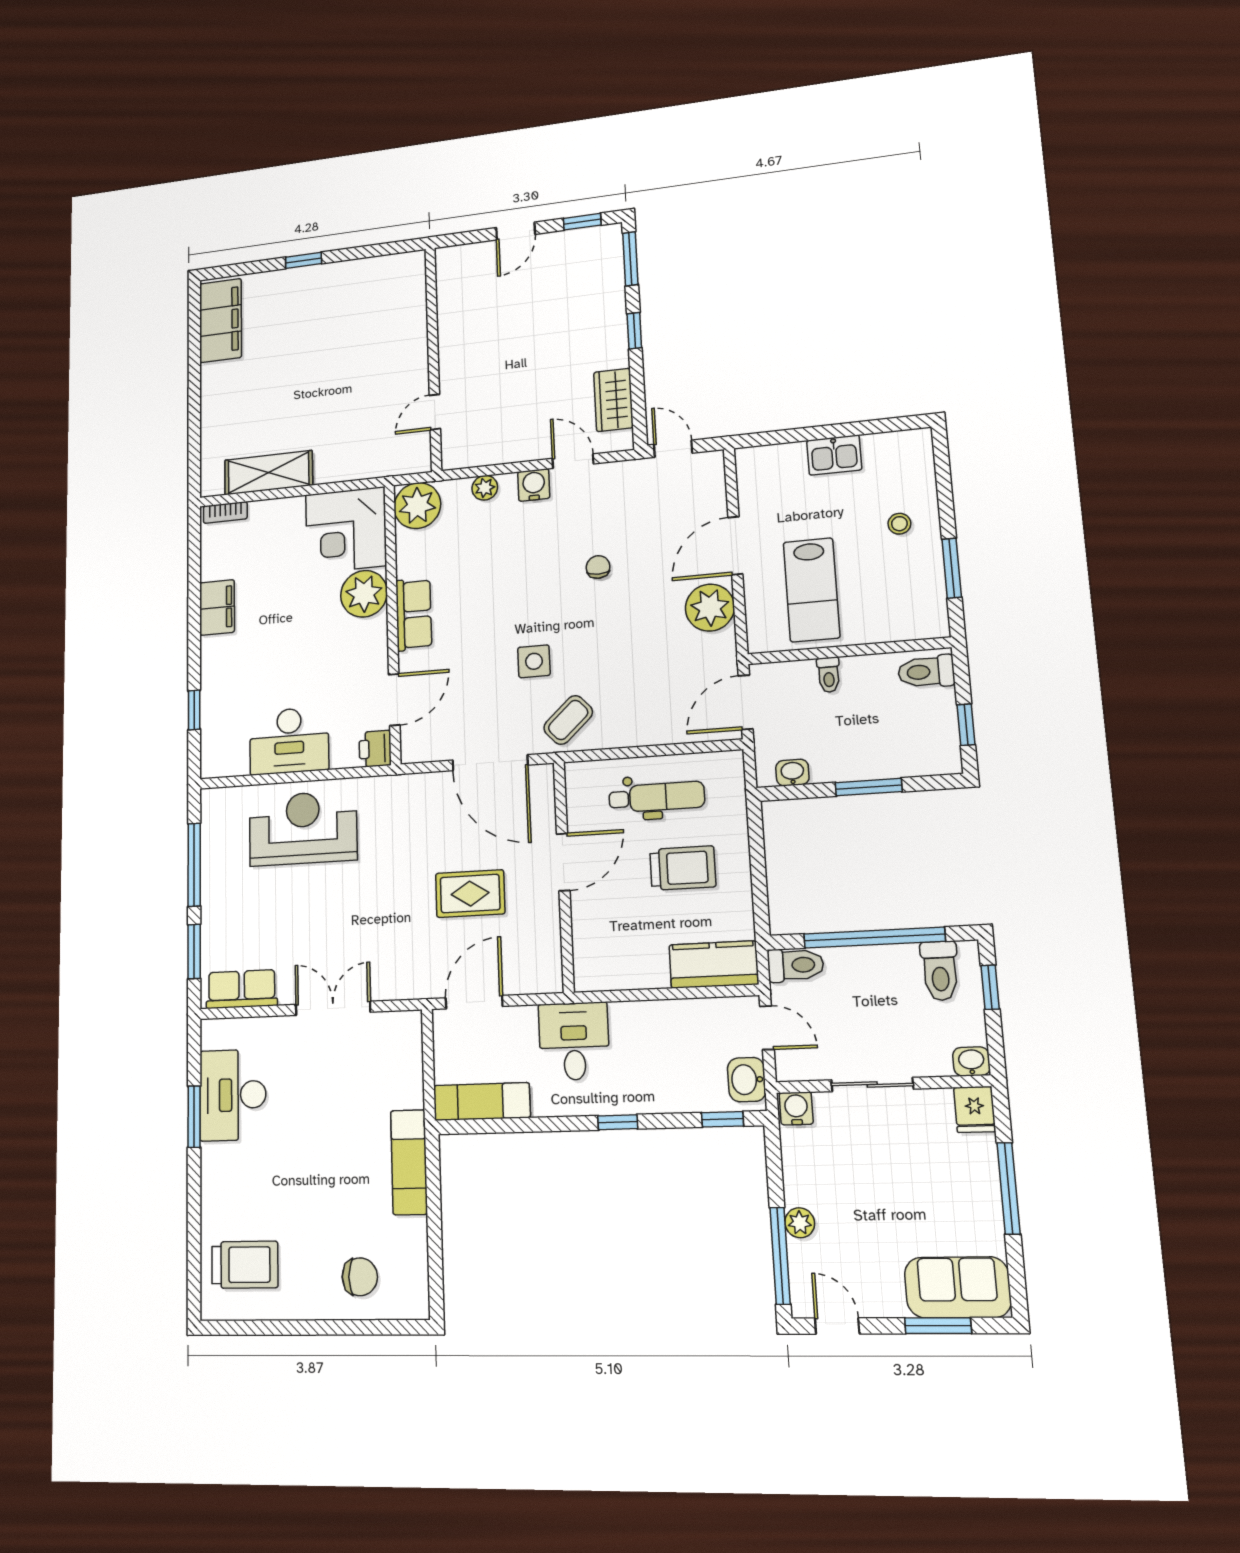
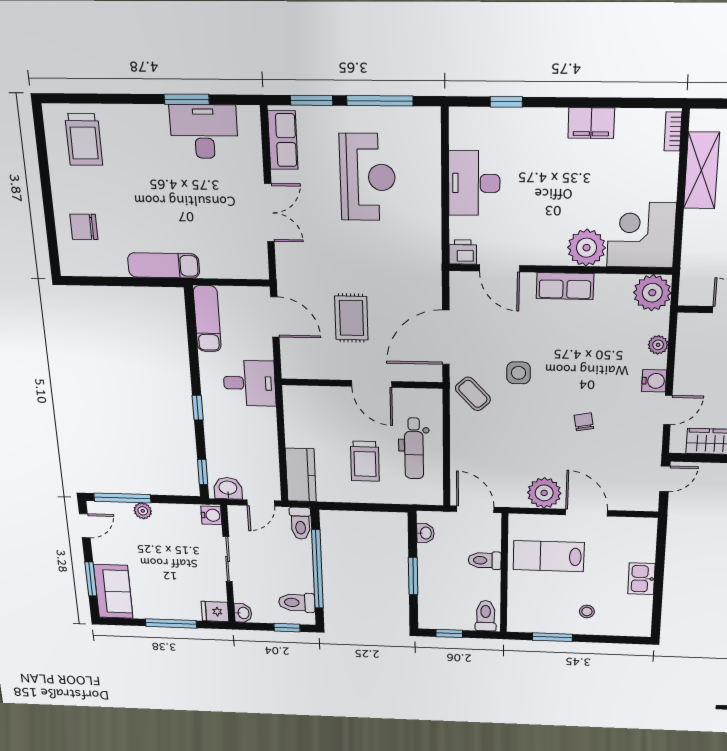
chair: (598, 567) -> (584, 422), turned -100
toilet: (829, 675) -> (485, 560), width x1.37, depth x1.39
reception desk: (303, 828) -> (368, 177), moved
chair: (360, 1277) -> (84, 227), turned 90

